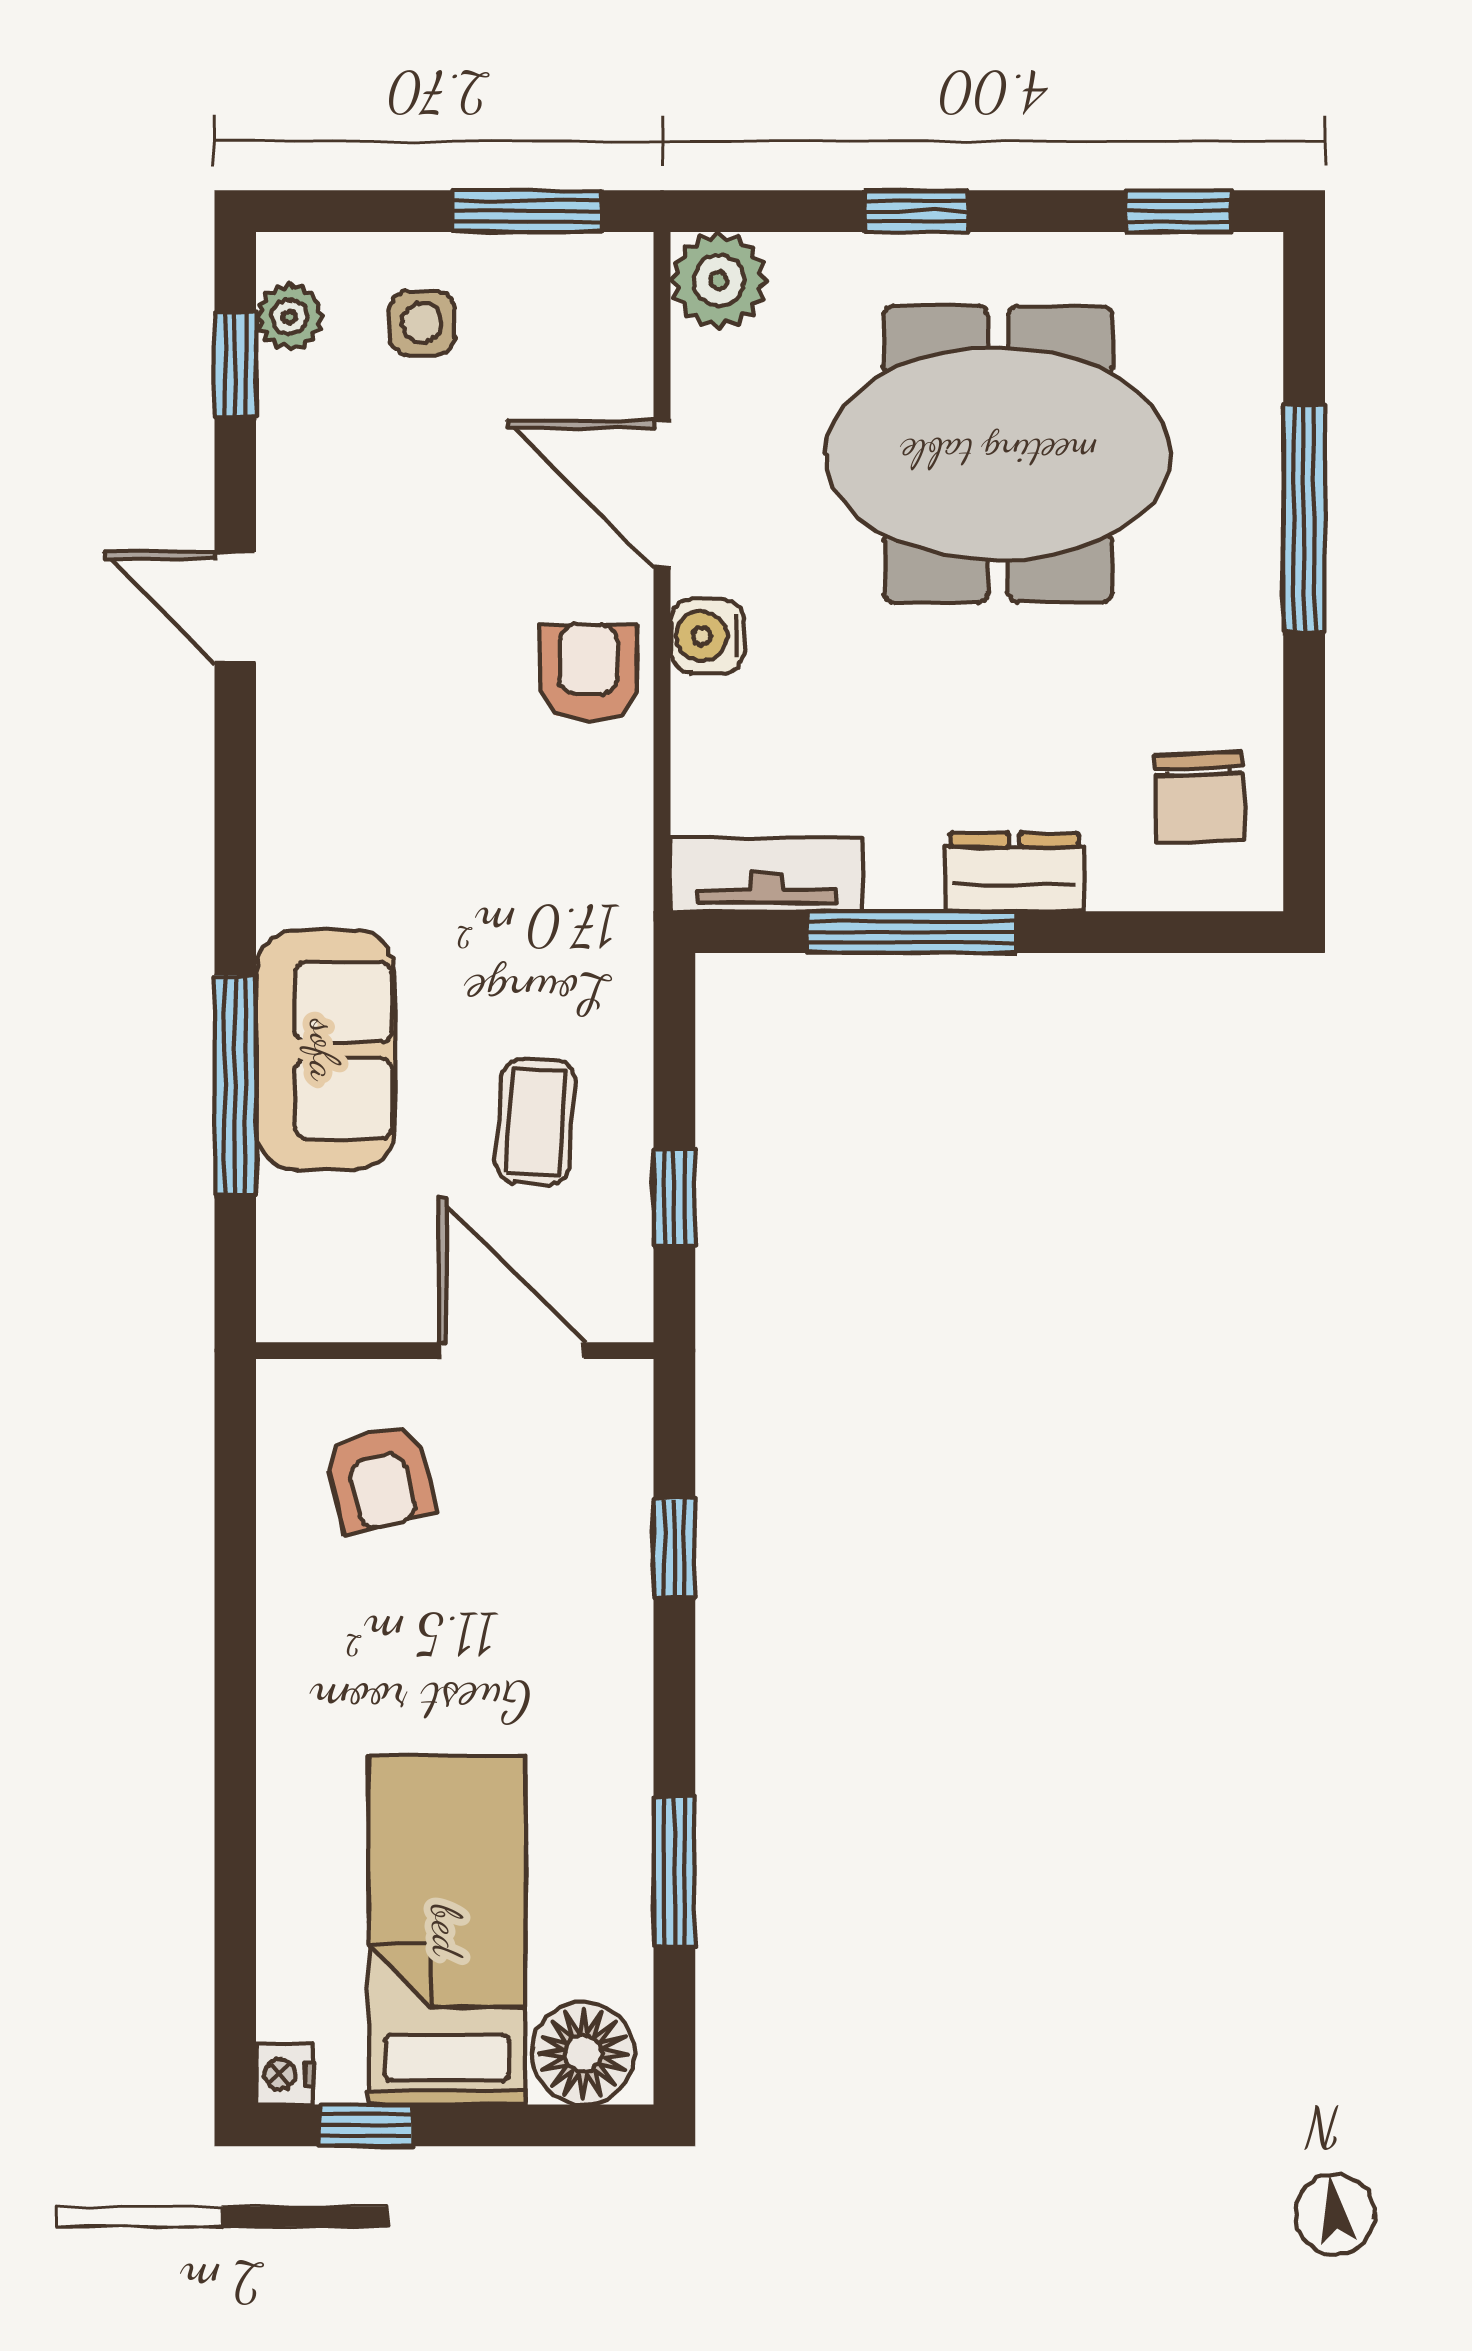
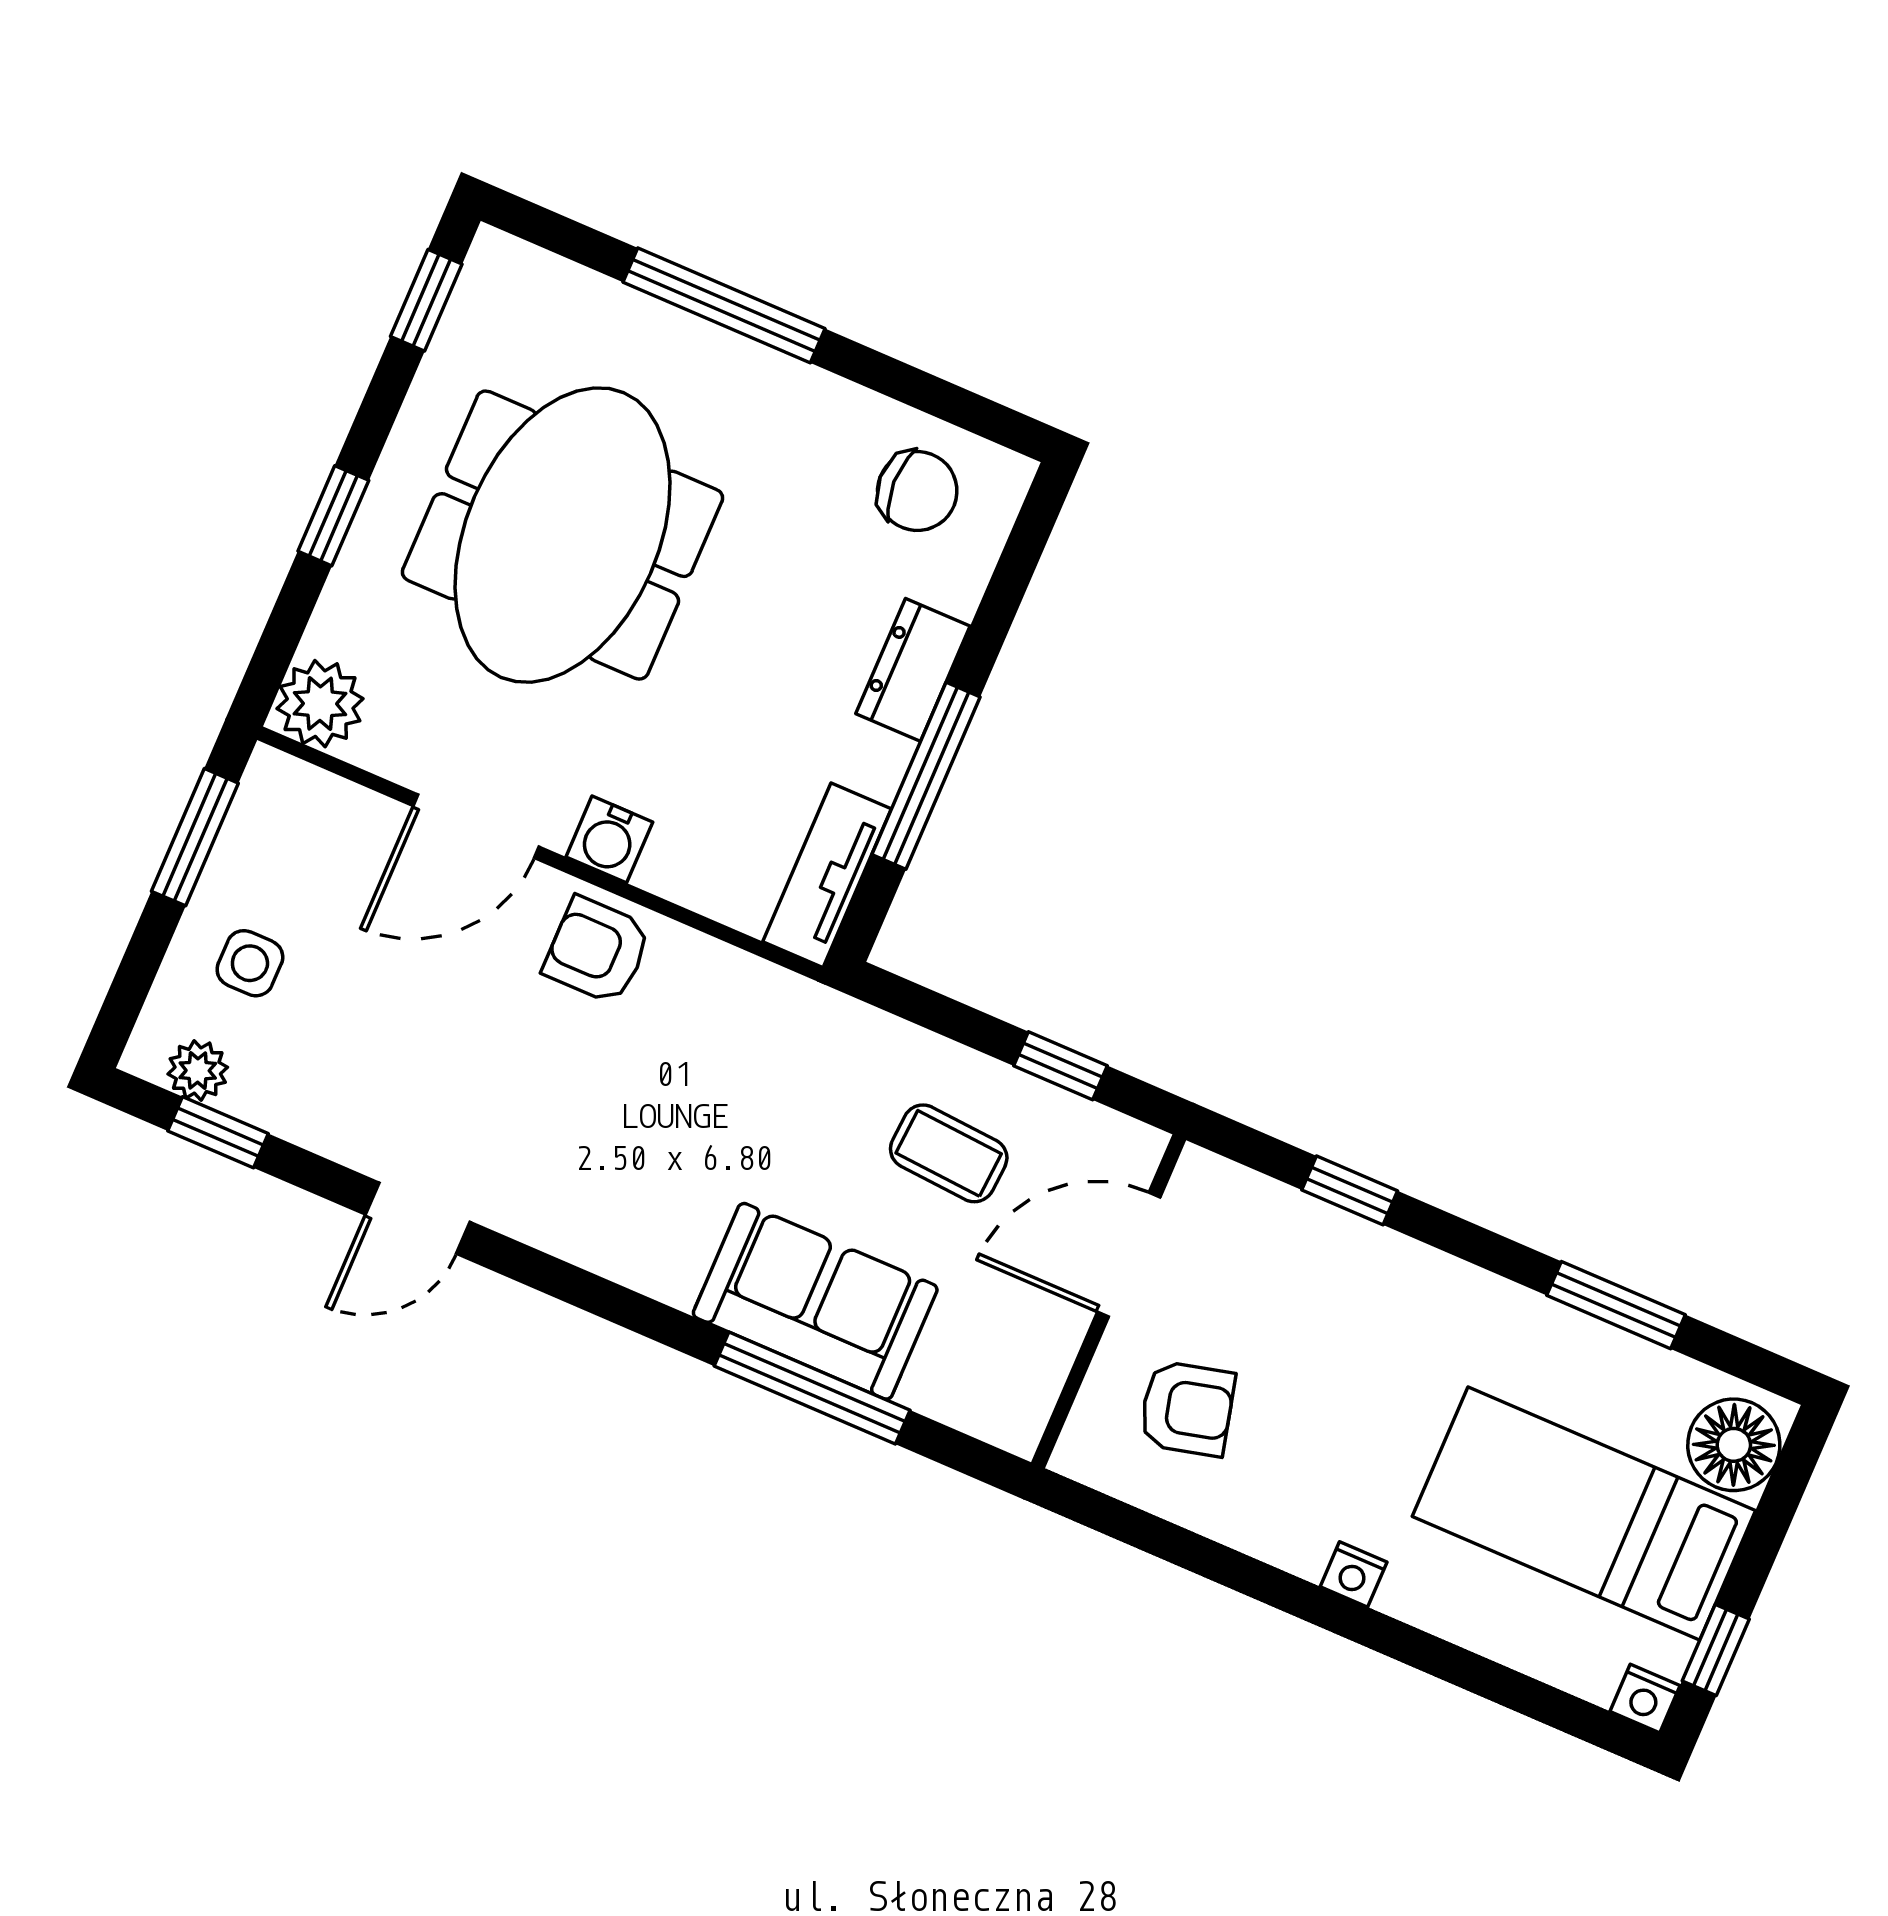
nightstand: (283, 1721) -> (1354, 1574), added

